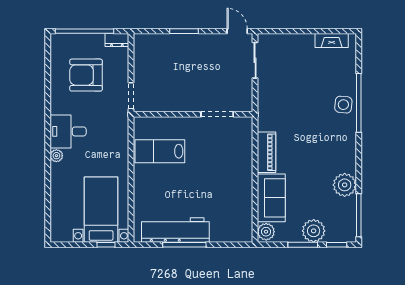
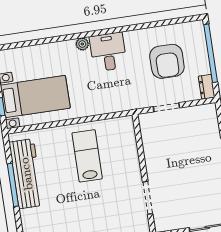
armchair: (86, 75) -> (167, 61), turned 180
doorway: (131, 96) -> (166, 107), moved
lab bench: (160, 151) -> (87, 156), moved

